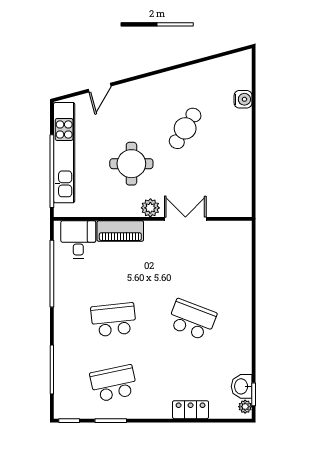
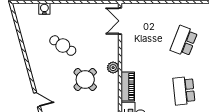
round table: (131, 164) -> (85, 80), turned 45
double door: (185, 219) -> (120, 21), moved

